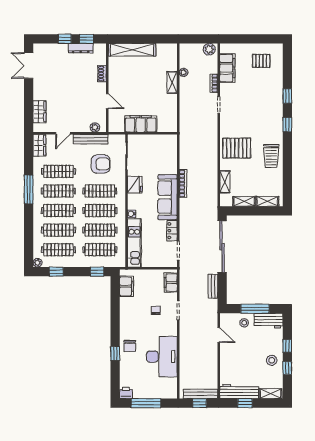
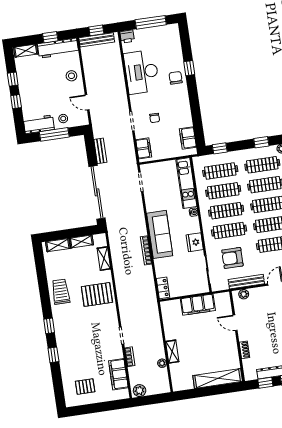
locker: (172, 231) -> (163, 288), moved
stool: (272, 360) -> (71, 76), moved
printer: (126, 393) -> (127, 36), moved

